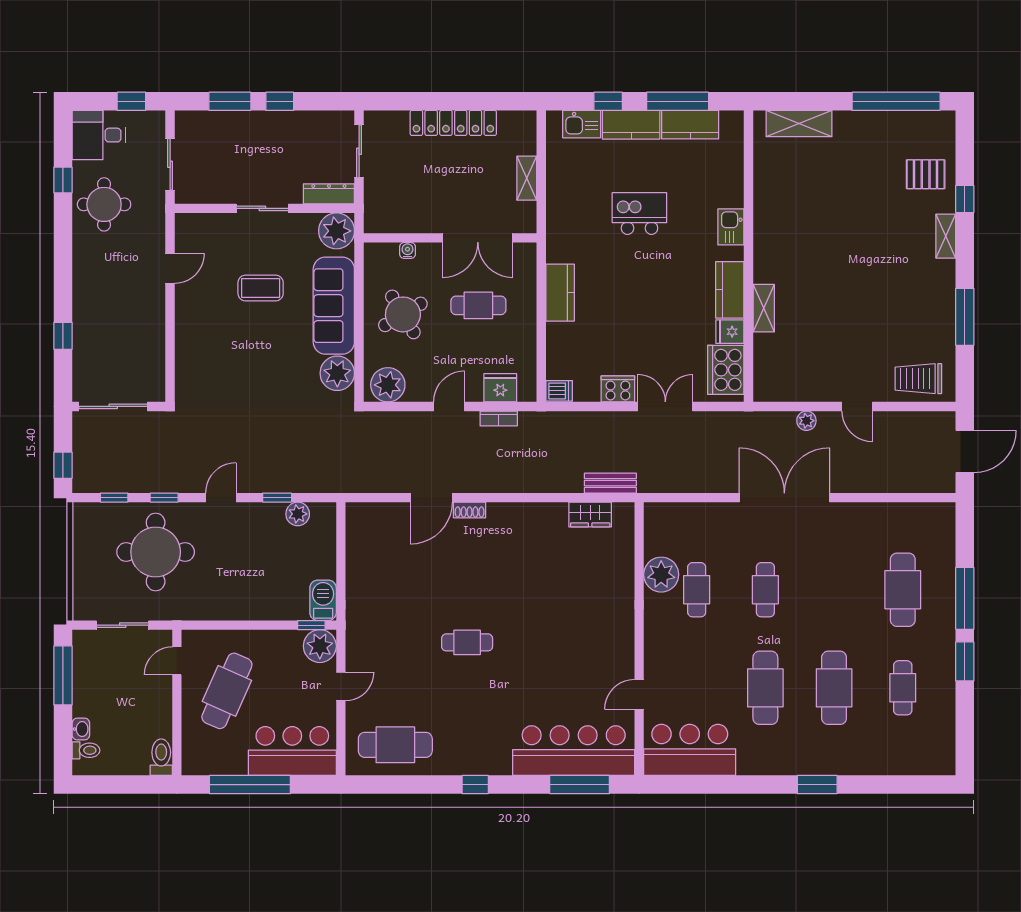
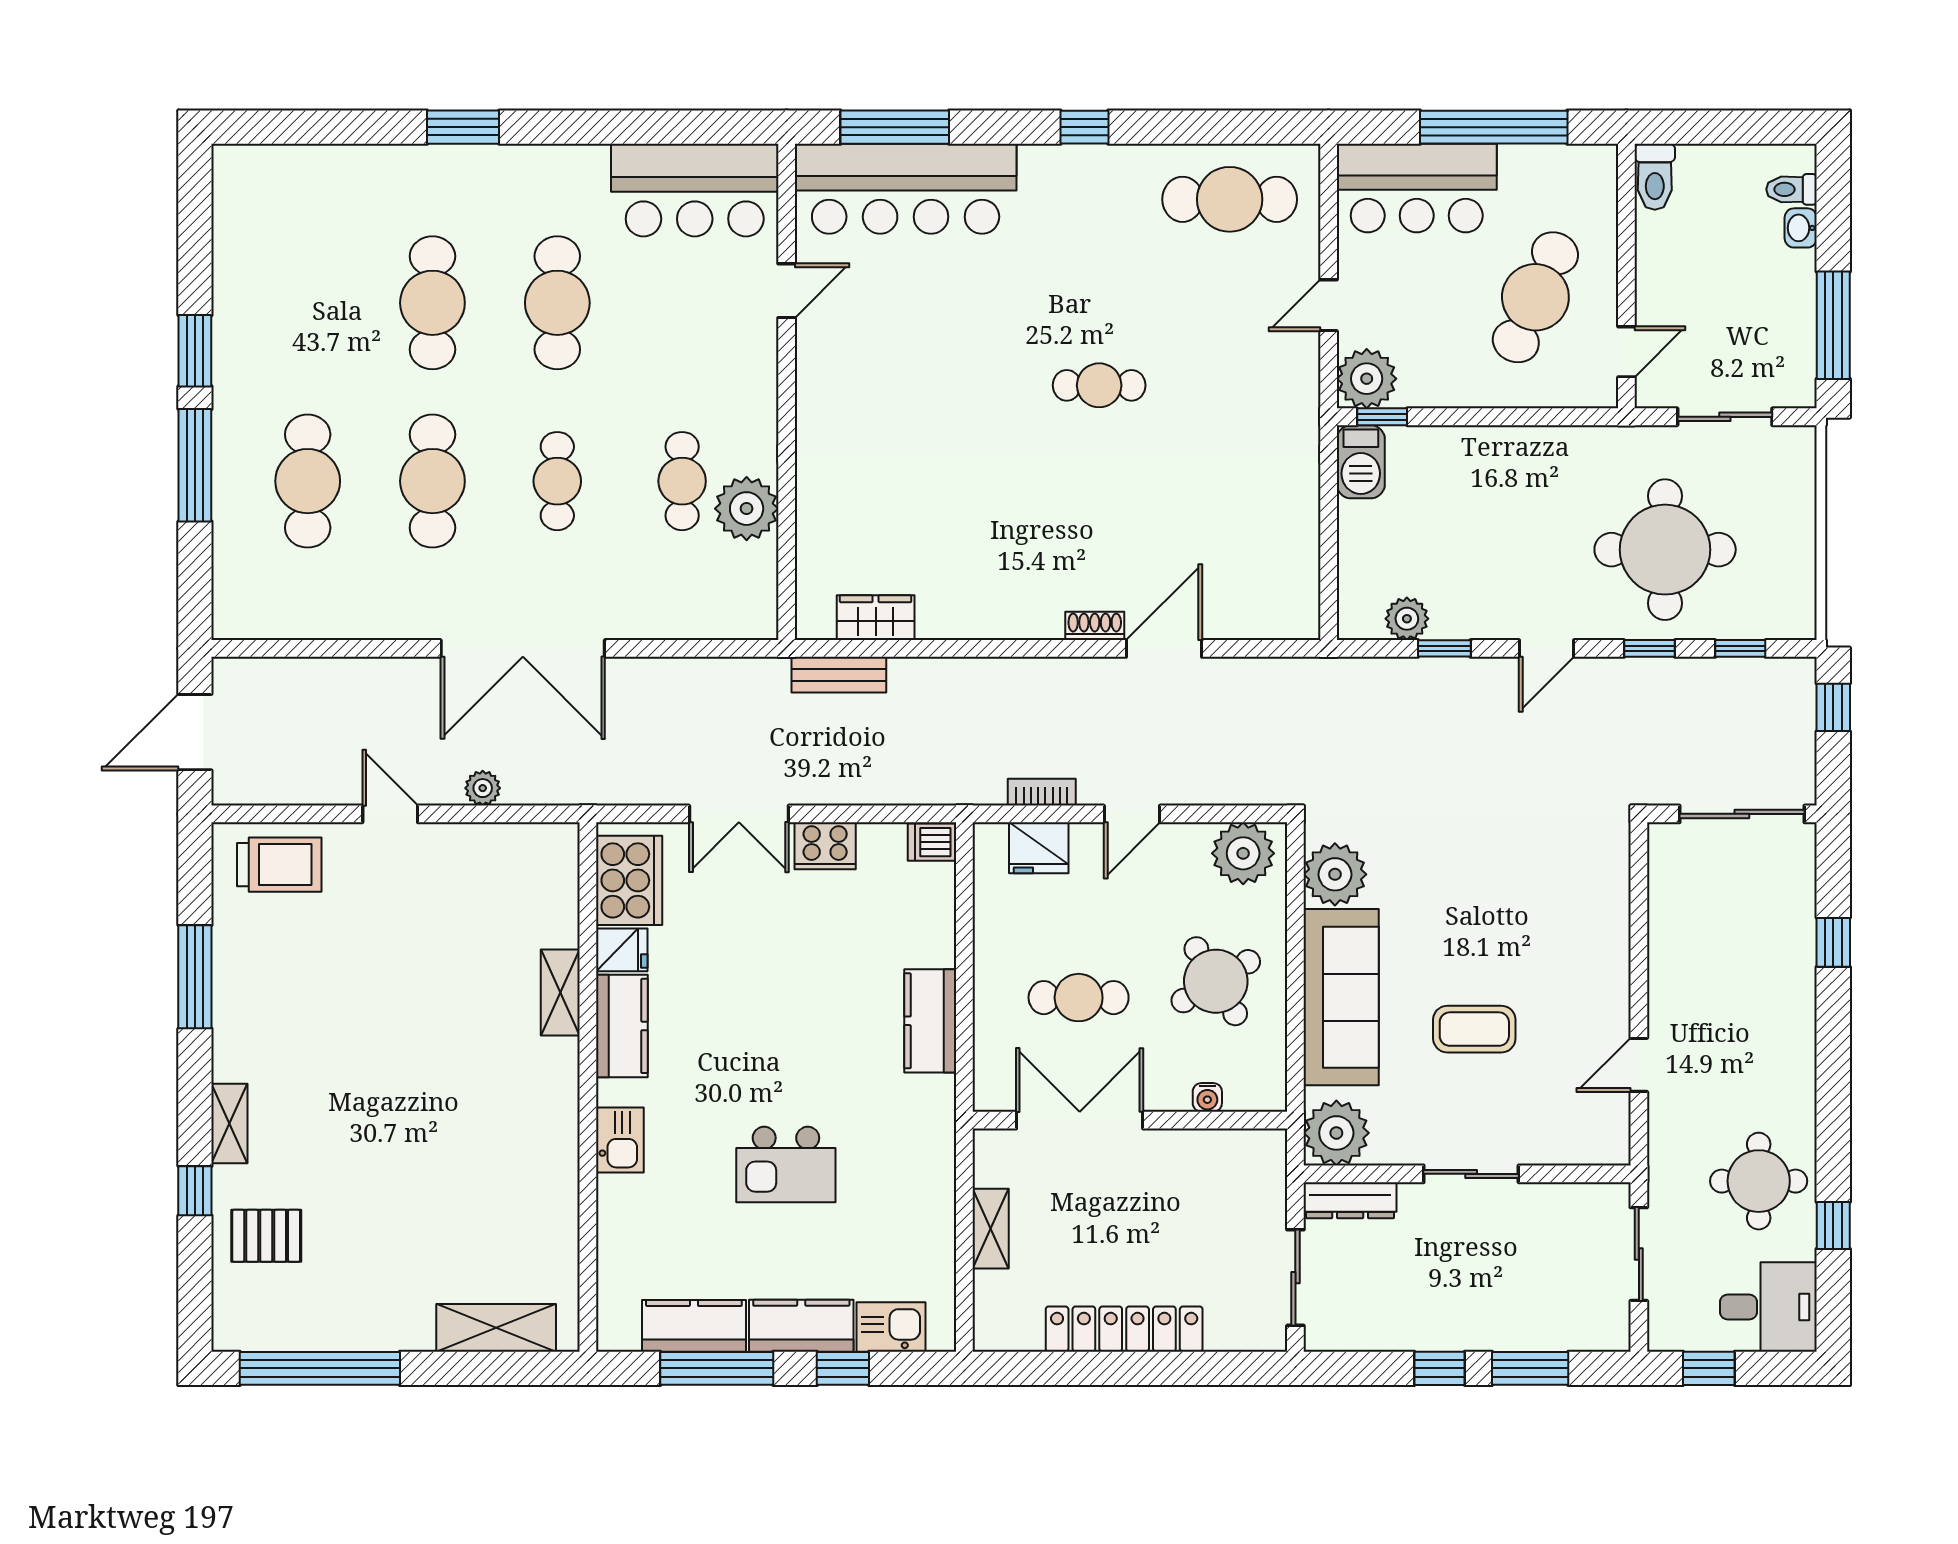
cafe table: (903, 688) -> (432, 481), moved, width x1.37, depth x1.35

